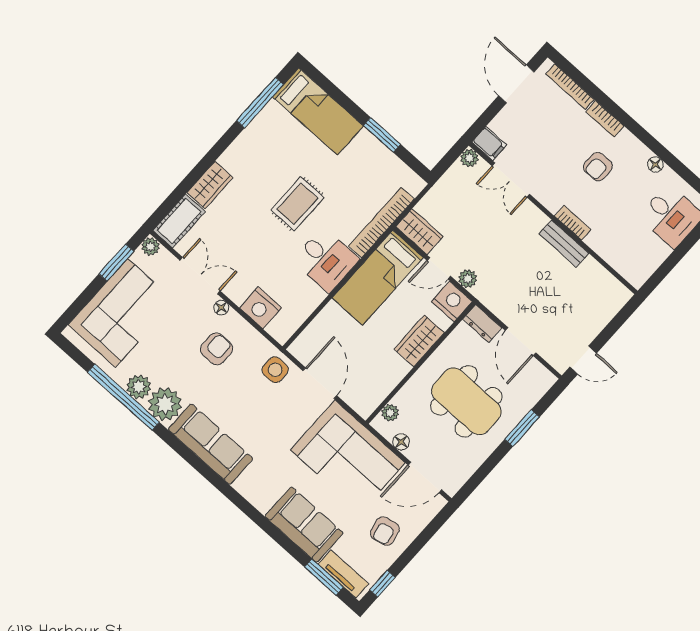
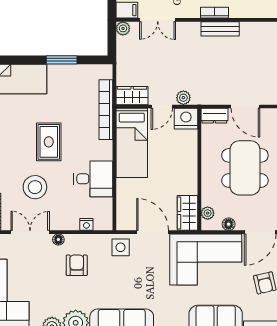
stool: (244, 236) -> (35, 187), added
desk: (326, 260) -> (93, 179), moved
nightstand: (260, 308) -> (86, 224), width x0.53, depth x0.56
wardrobe: (419, 341) -> (187, 213), moved
dining table: (466, 401) -> (245, 168), turned 90

